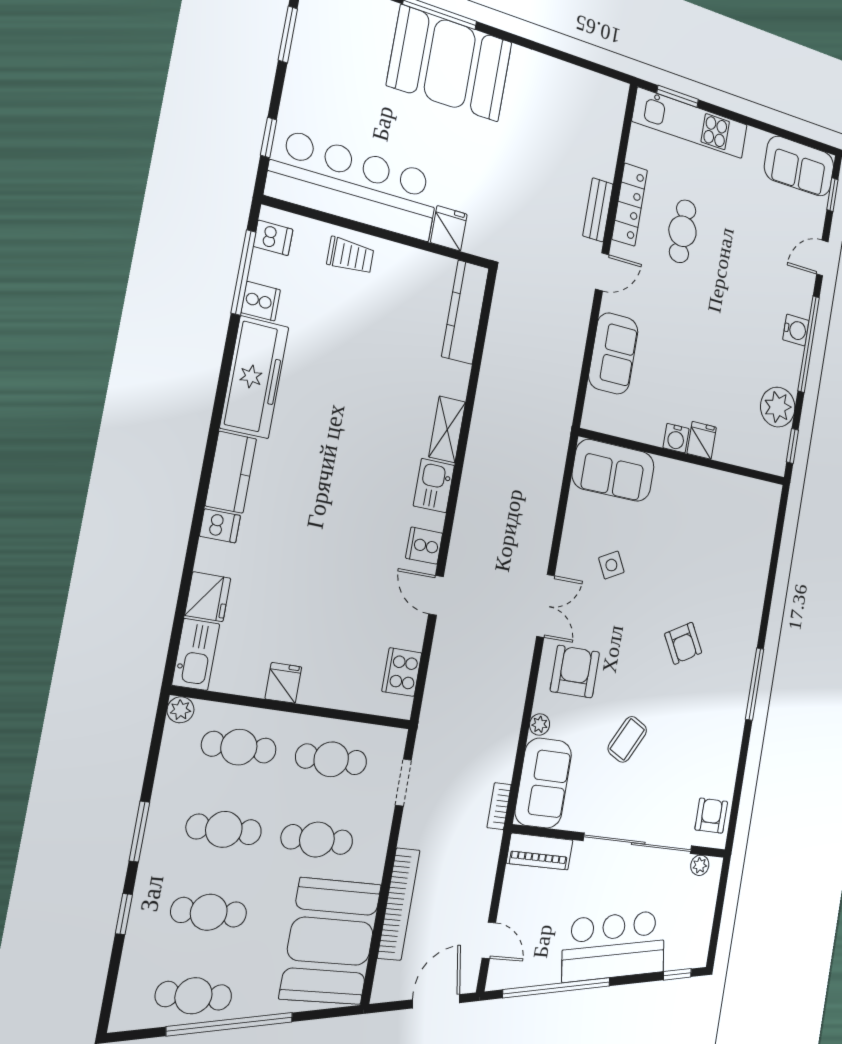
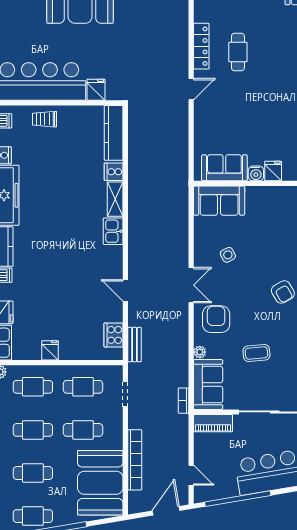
bench: (598, 210) -> (134, 345), moved
trolley: (350, 256) -> (45, 119), turned 180
sofa: (613, 353) -> (224, 168), moved, turned -90
cooker: (424, 546) -> (114, 172), moved
coffee table: (627, 739) -> (256, 353), turned 57

